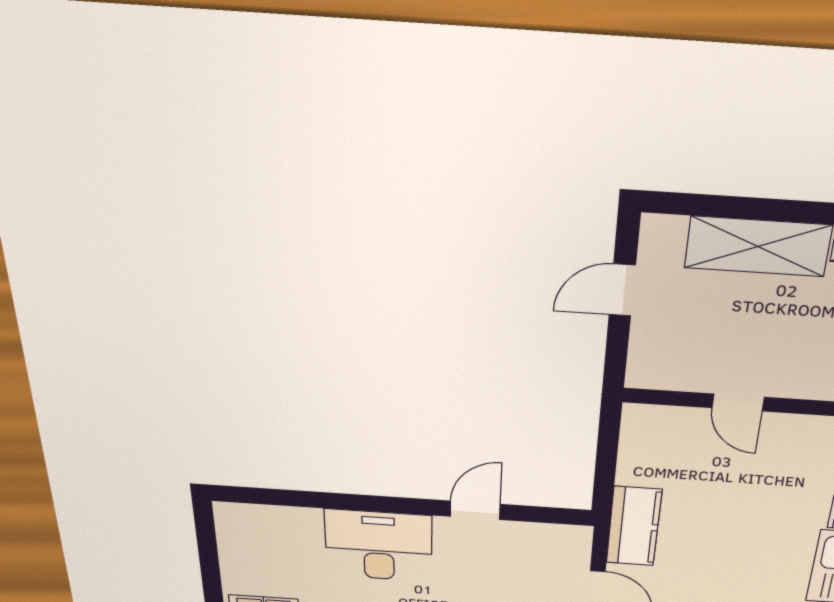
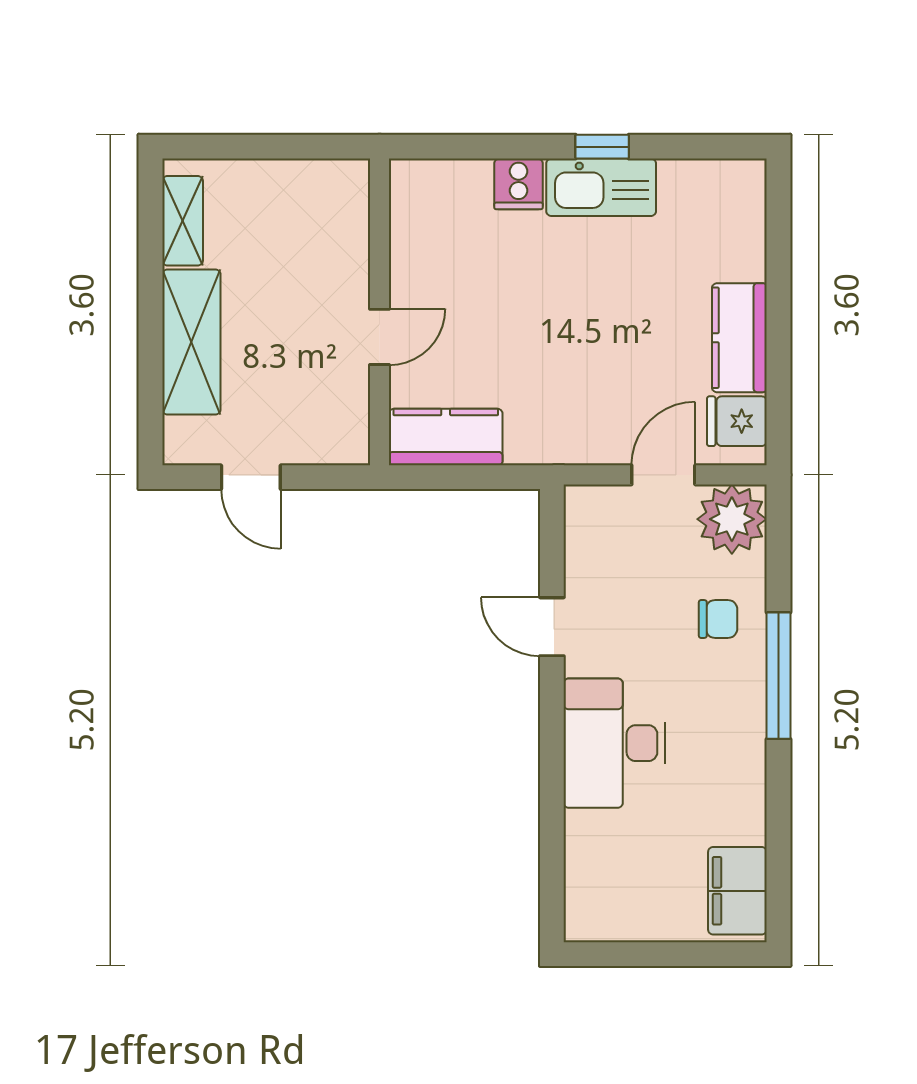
kitchen counter: (634, 526) -> (446, 437), moved

